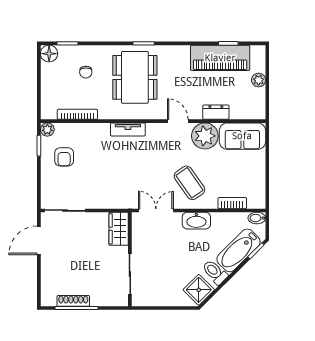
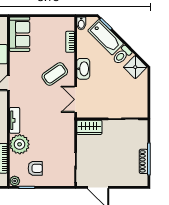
plant: (205, 136) -> (20, 144), moved

